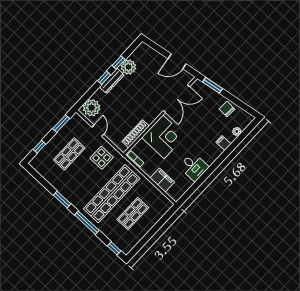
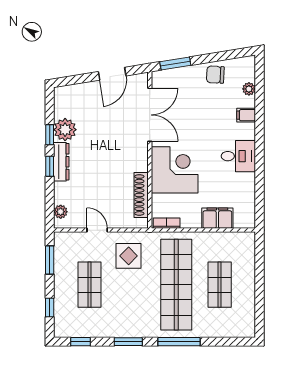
plant: (92, 108) -> (61, 212), width x0.53, depth x0.53
desk: (194, 167) -> (238, 156), moved
window: (114, 248) -> (81, 342), moved

